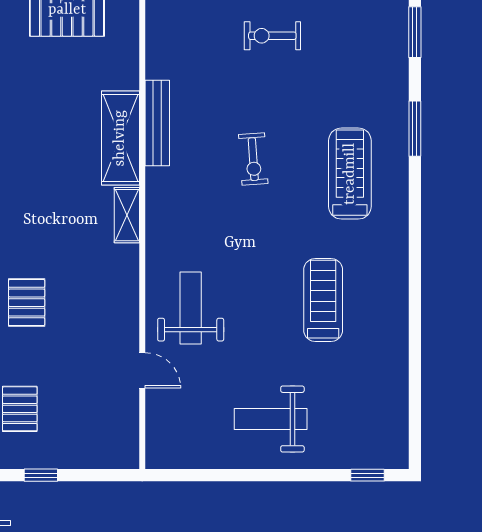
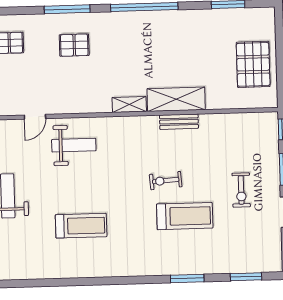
exercise bike: (272, 36) -> (241, 190), turned 180
bench: (157, 123) -> (179, 122), width x0.73
treadmill: (350, 174) -> (185, 216), moved

